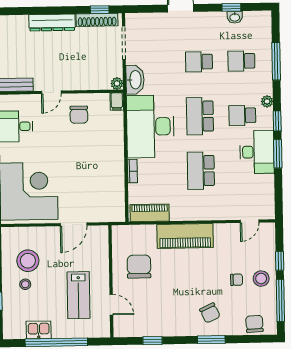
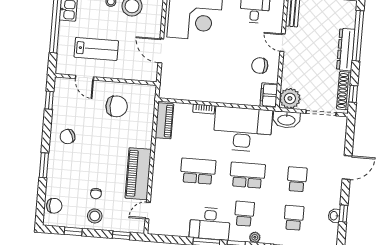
window: (36, 11) -> (358, 36), added
plant: (117, 83) -> (290, 98), width x1.88, depth x1.88
filing cabinet: (117, 101) -> (269, 95), width x2.00
door: (250, 221) -> (148, 211), hinge flipped
piano: (185, 236) -> (138, 174), moved
window: (280, 261) -> (121, 235), moved
lab bench: (79, 295) -> (96, 49), turned 180
window: (280, 300) -> (73, 231), width x0.46
door: (111, 305) -> (85, 78), hinge flipped
chair: (210, 313) -> (68, 137), moved
window: (152, 341) -> (49, 100), moved

